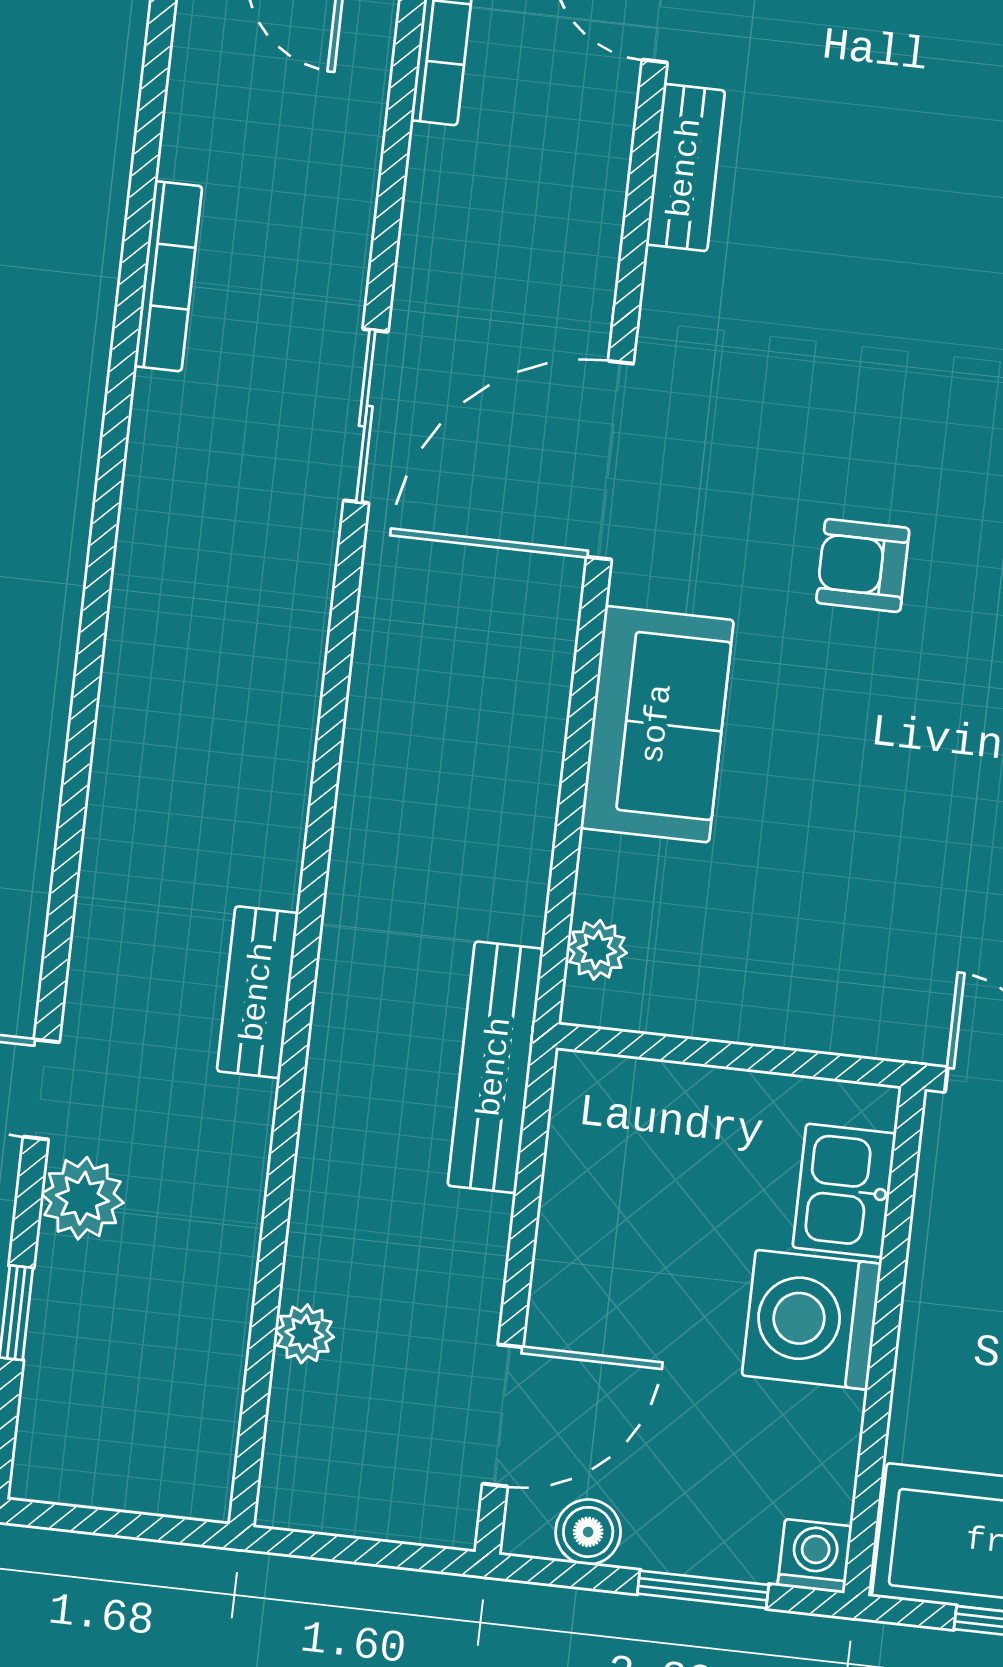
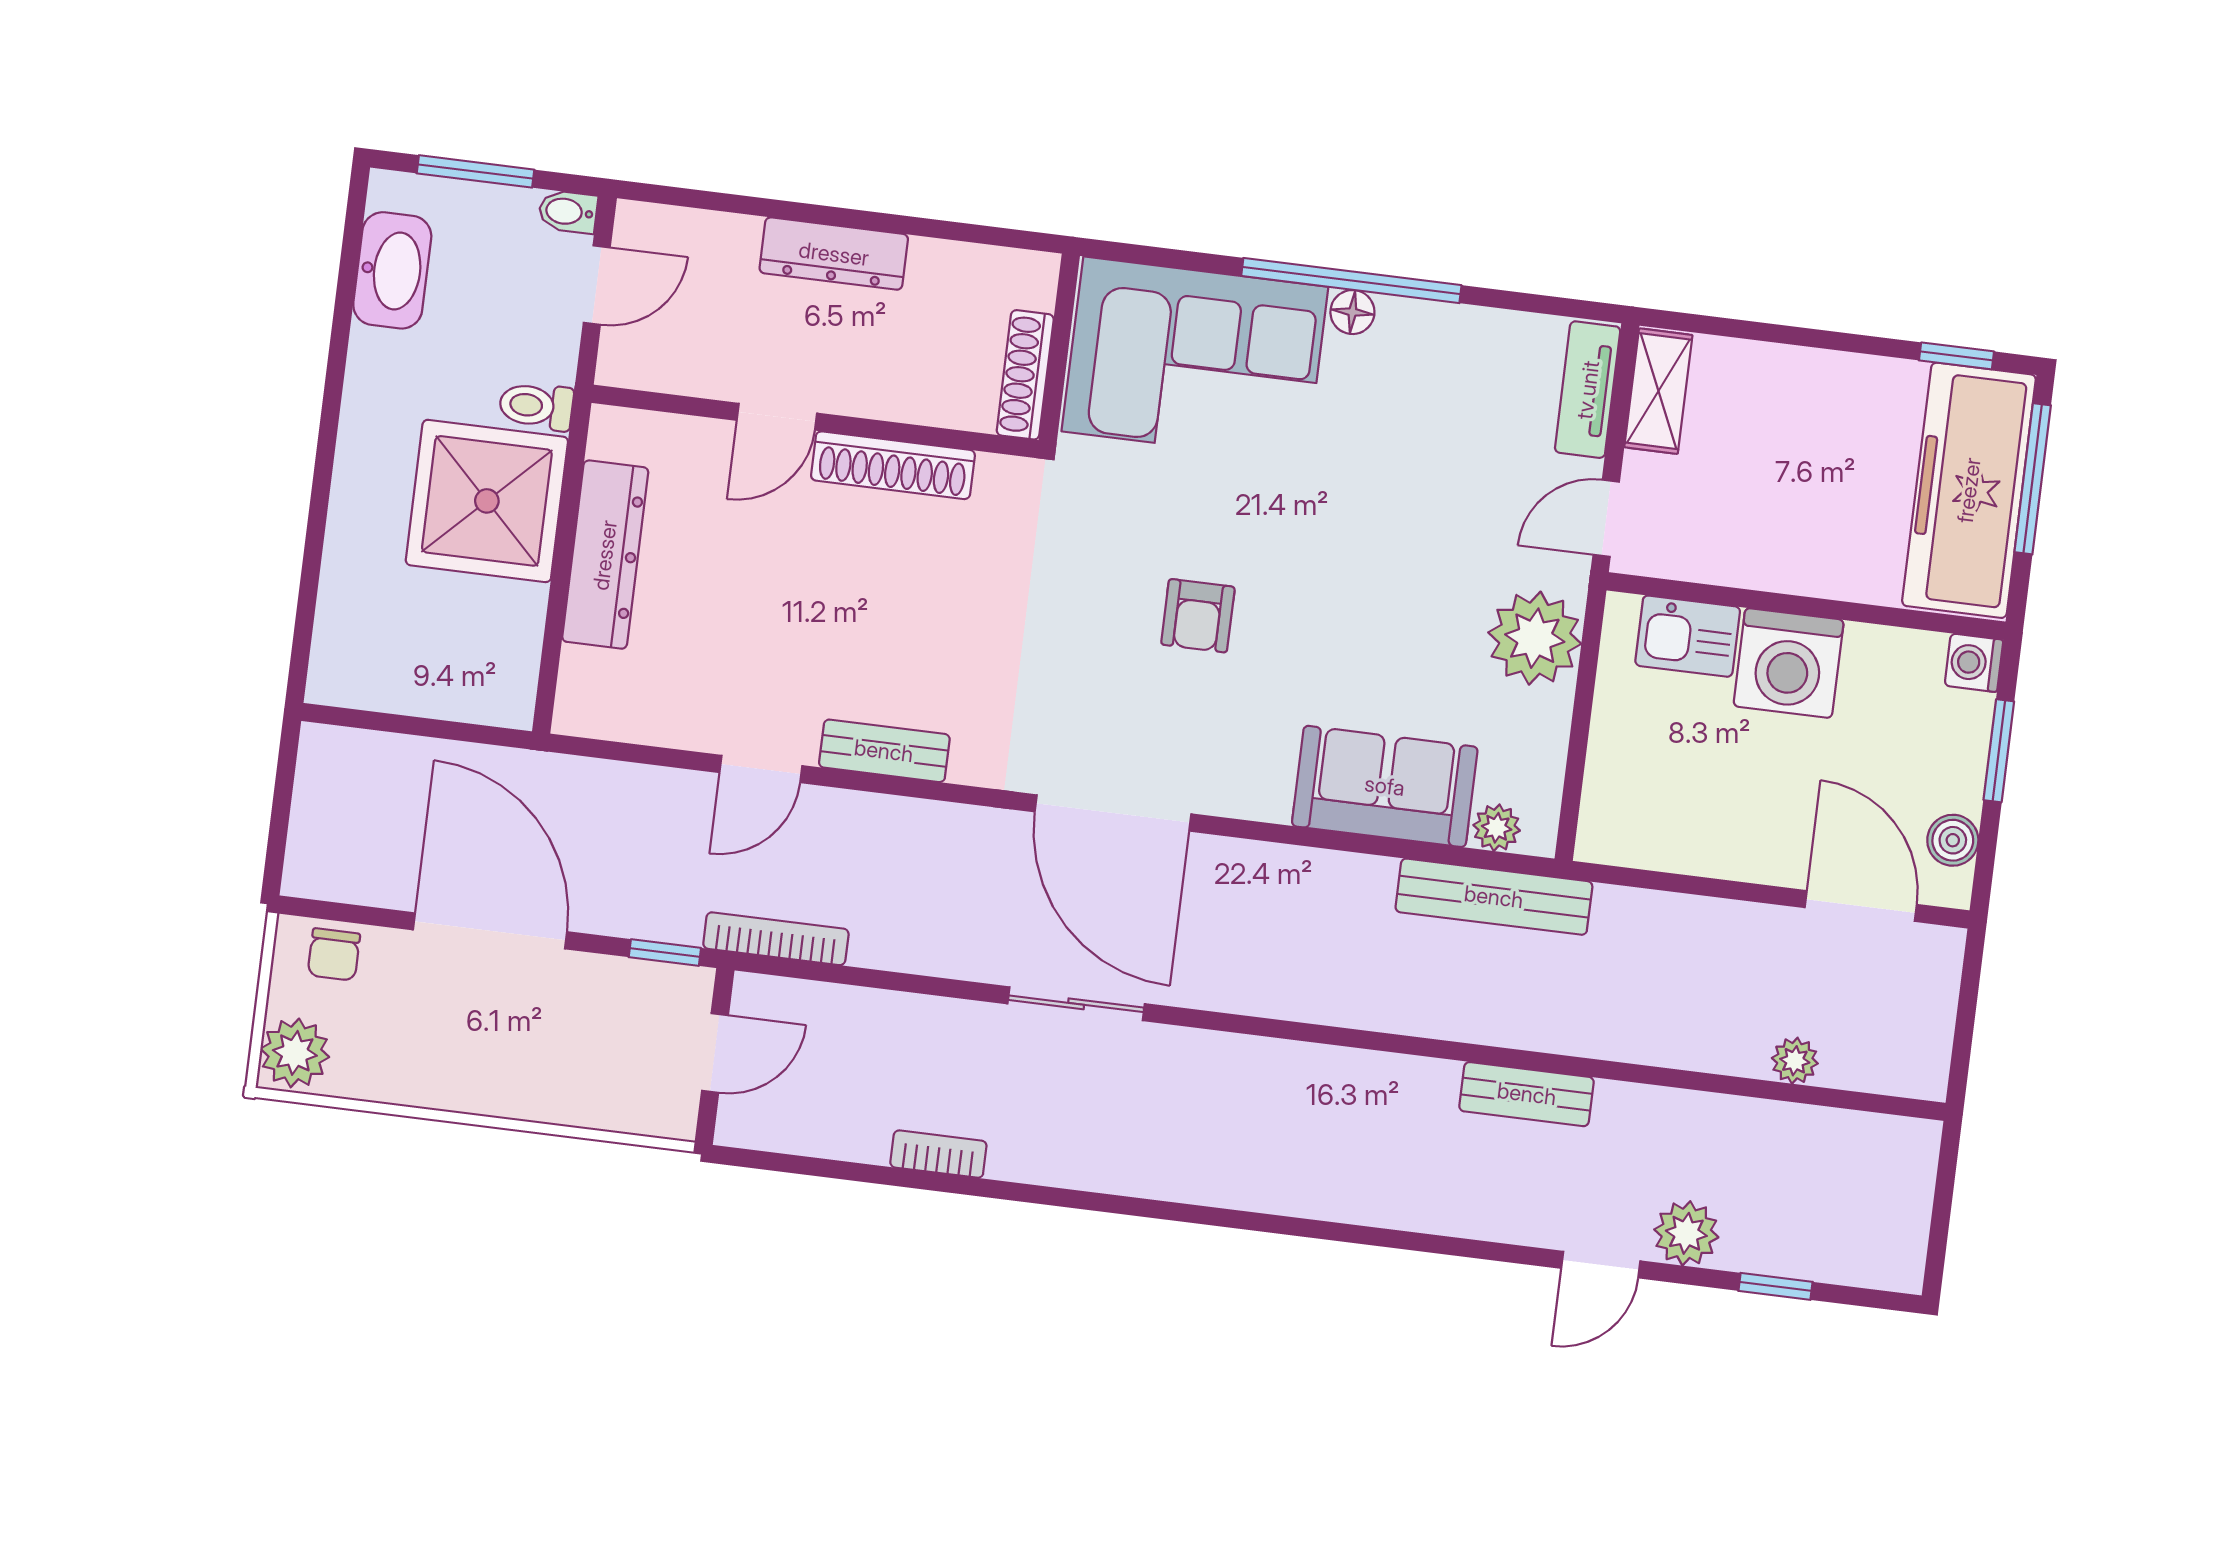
bookcase: (168, 276) -> (938, 1154), width x0.64
sofa: (657, 724) -> (1385, 786), moved
plant: (839, 996) -> (1535, 638), added
bench: (495, 1067) -> (1494, 897), moved

